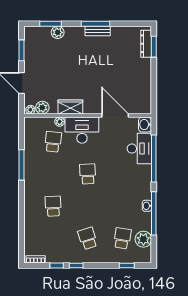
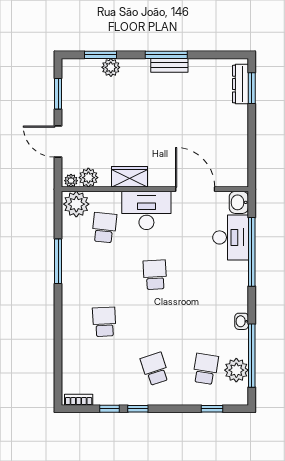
plant: (60, 122) -> (76, 204), moved, width x1.88, depth x1.88
window: (154, 213) -> (252, 356), moved

